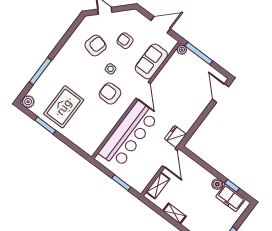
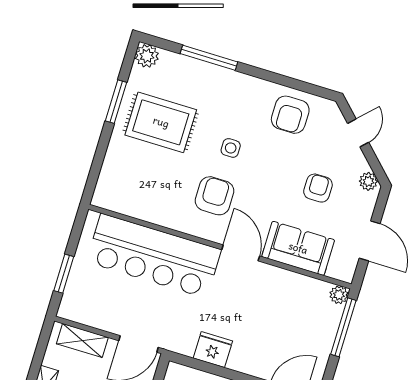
plant: (131, 14) -> (368, 181), added
armchair: (96, 46) -> (290, 115), moved, turned 75
side table: (111, 69) -> (231, 148), moved
door: (143, 91) -> (241, 253), swing flipped
fridge: (175, 137) -> (213, 350), moved

